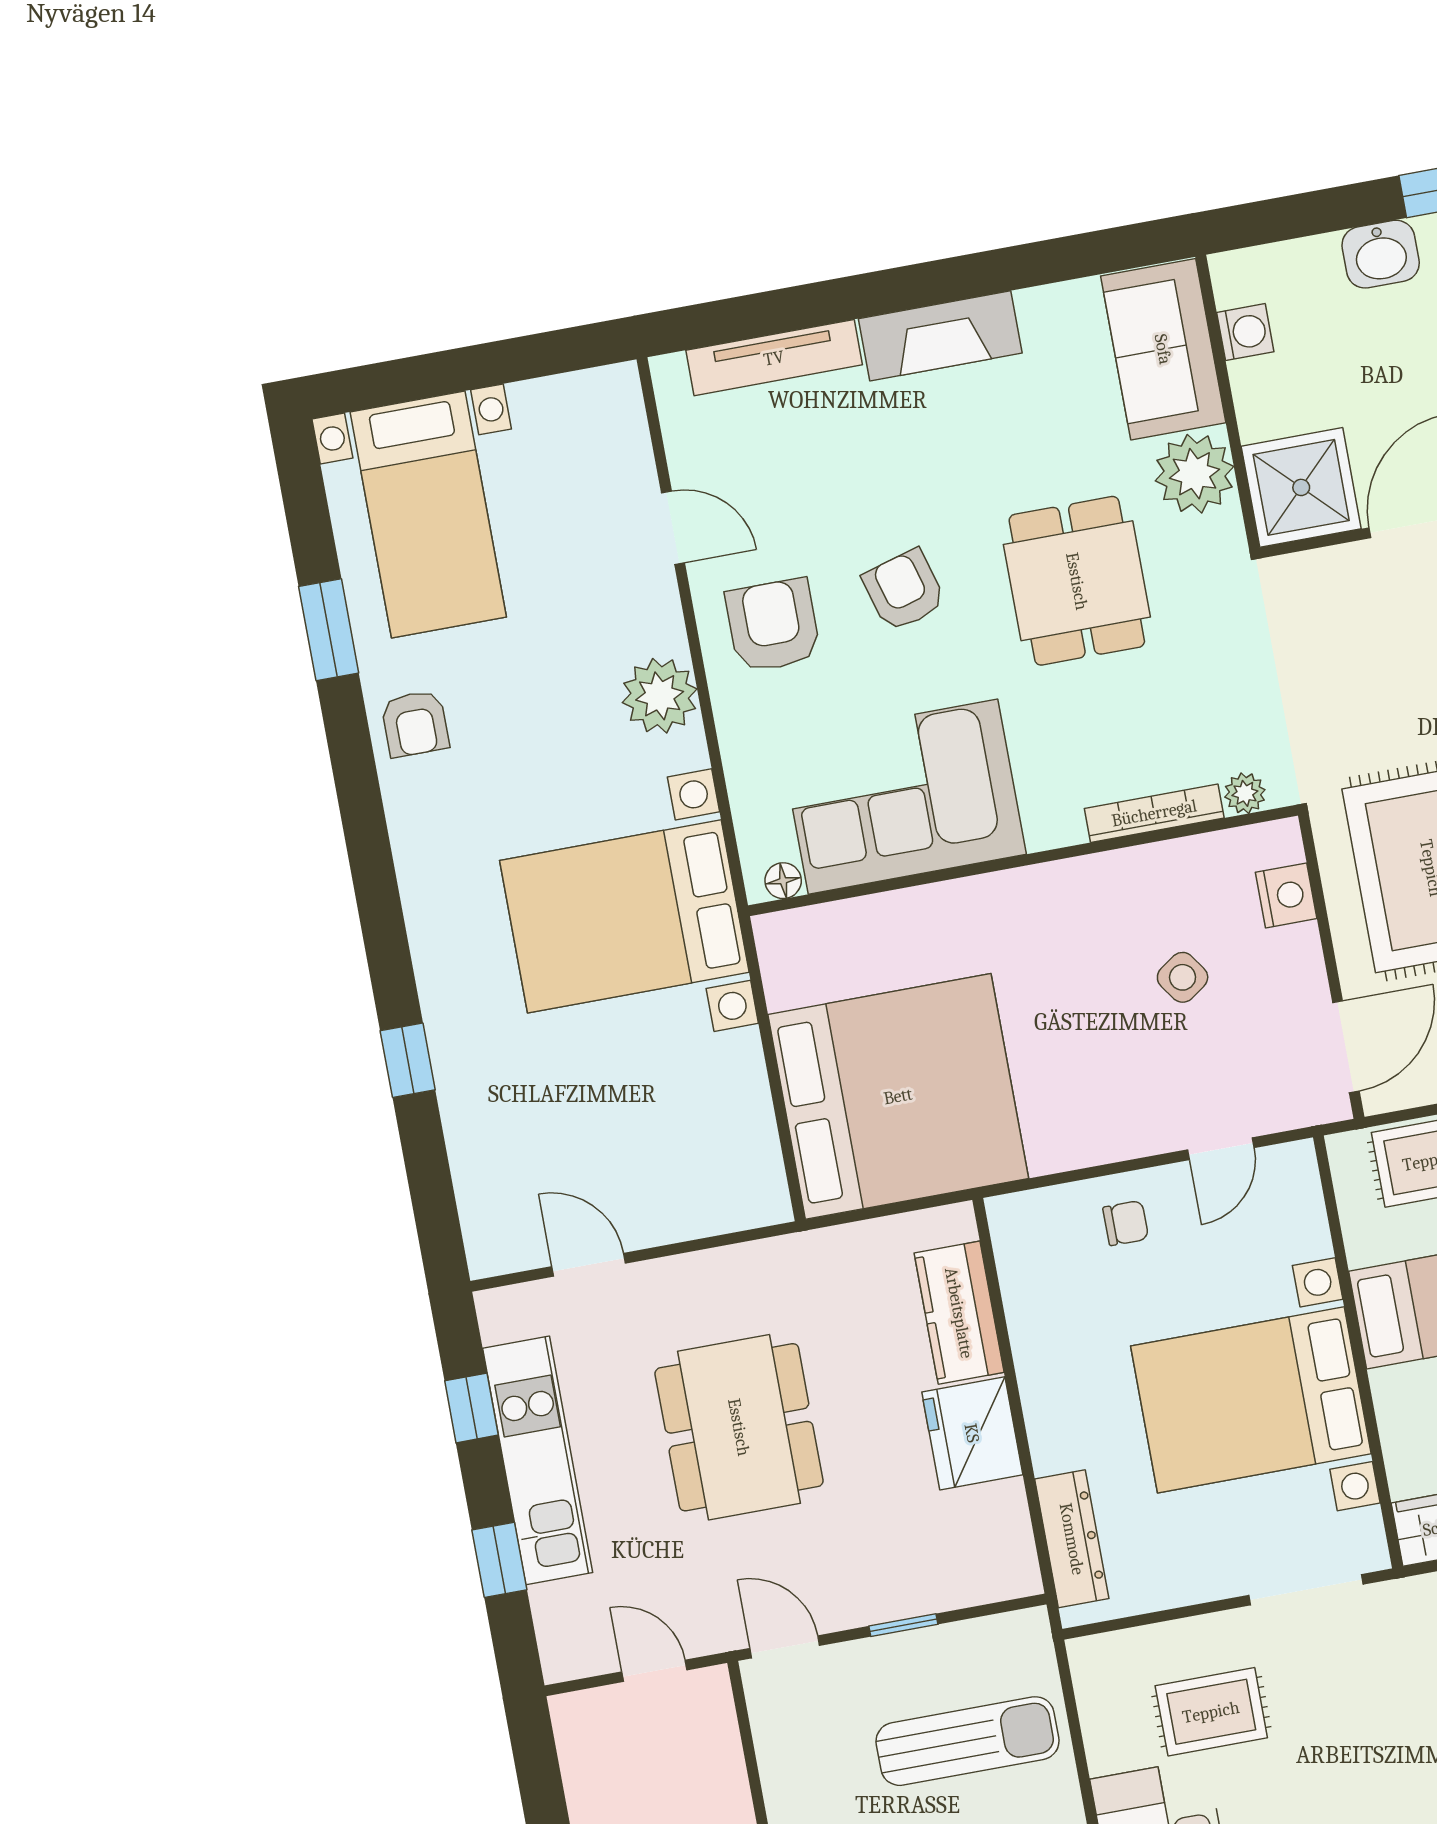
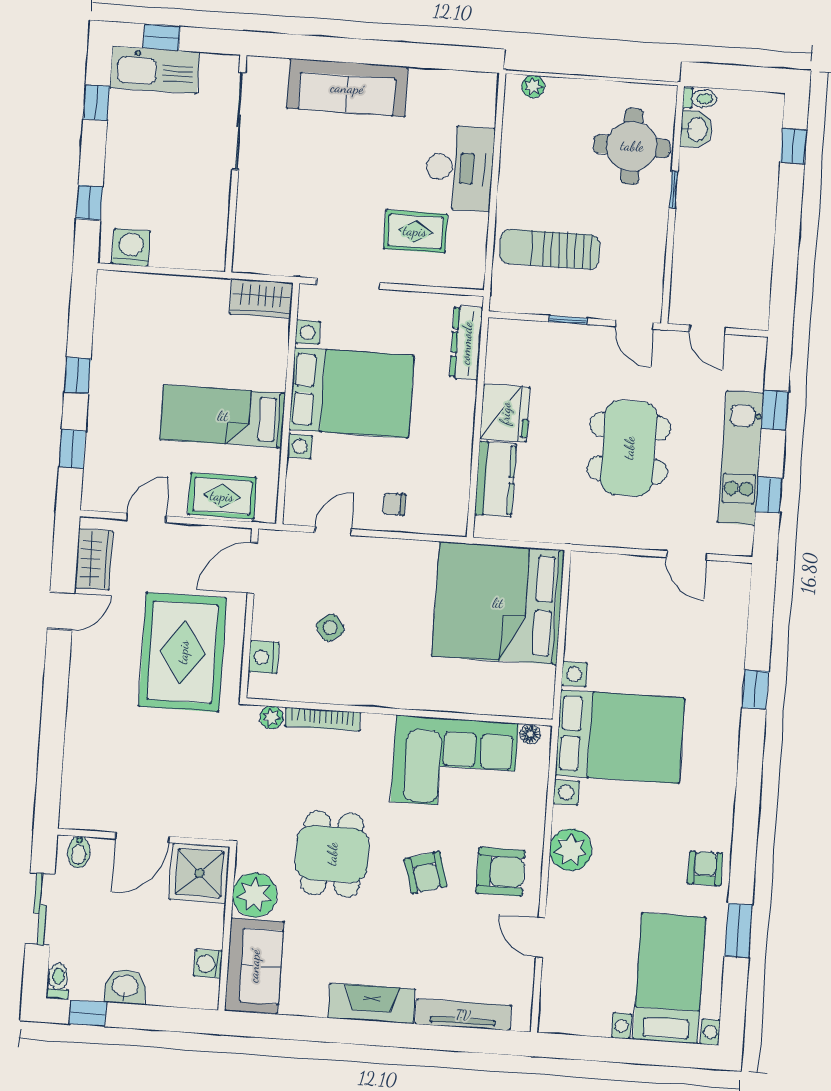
armchair: (773, 625) -> (501, 872), turned -90

